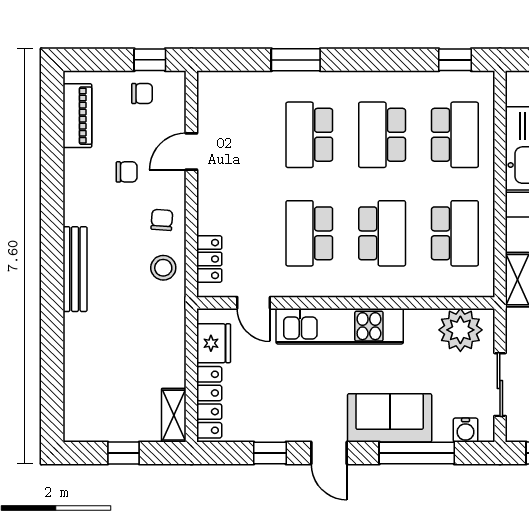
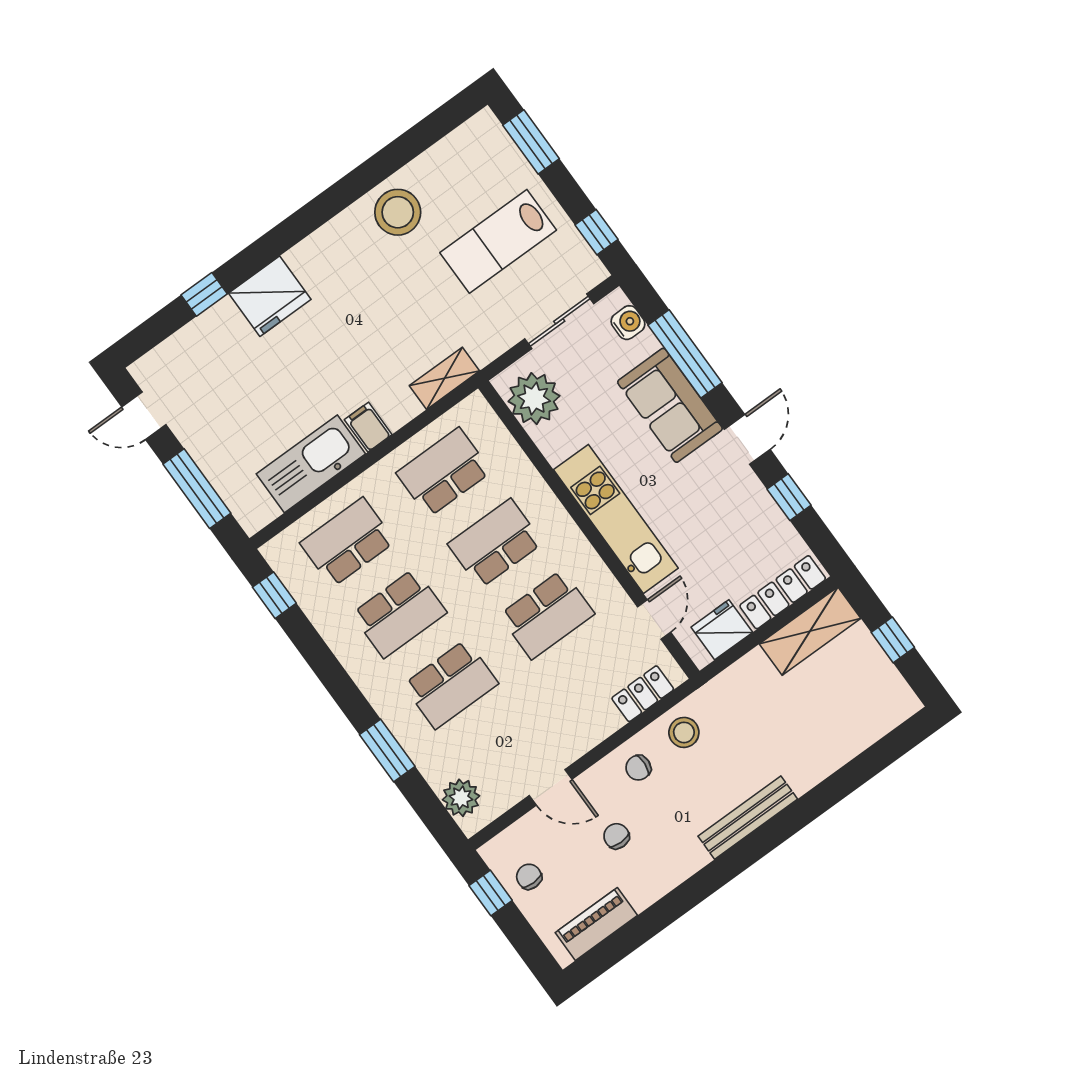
plant: (228, 86) -> (461, 798), added
shelving: (174, 415) -> (810, 631), width x1.50, depth x1.33

